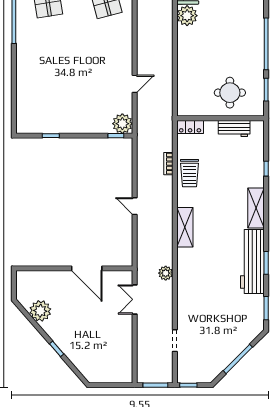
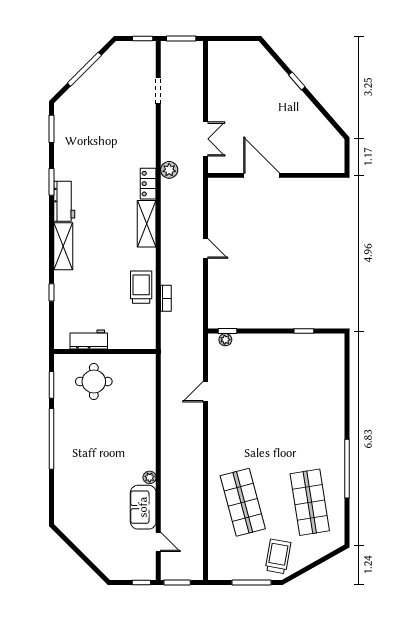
plant: (187, 16) -> (150, 477), width x0.53, depth x0.53
plant: (122, 124) -> (225, 340), width x0.53, depth x0.53
locker: (190, 127) -> (148, 184), moved, turned -90
workbench: (252, 261) -> (64, 201), width x0.53, depth x0.76
plant: (40, 311) -> (316, 126), removed

